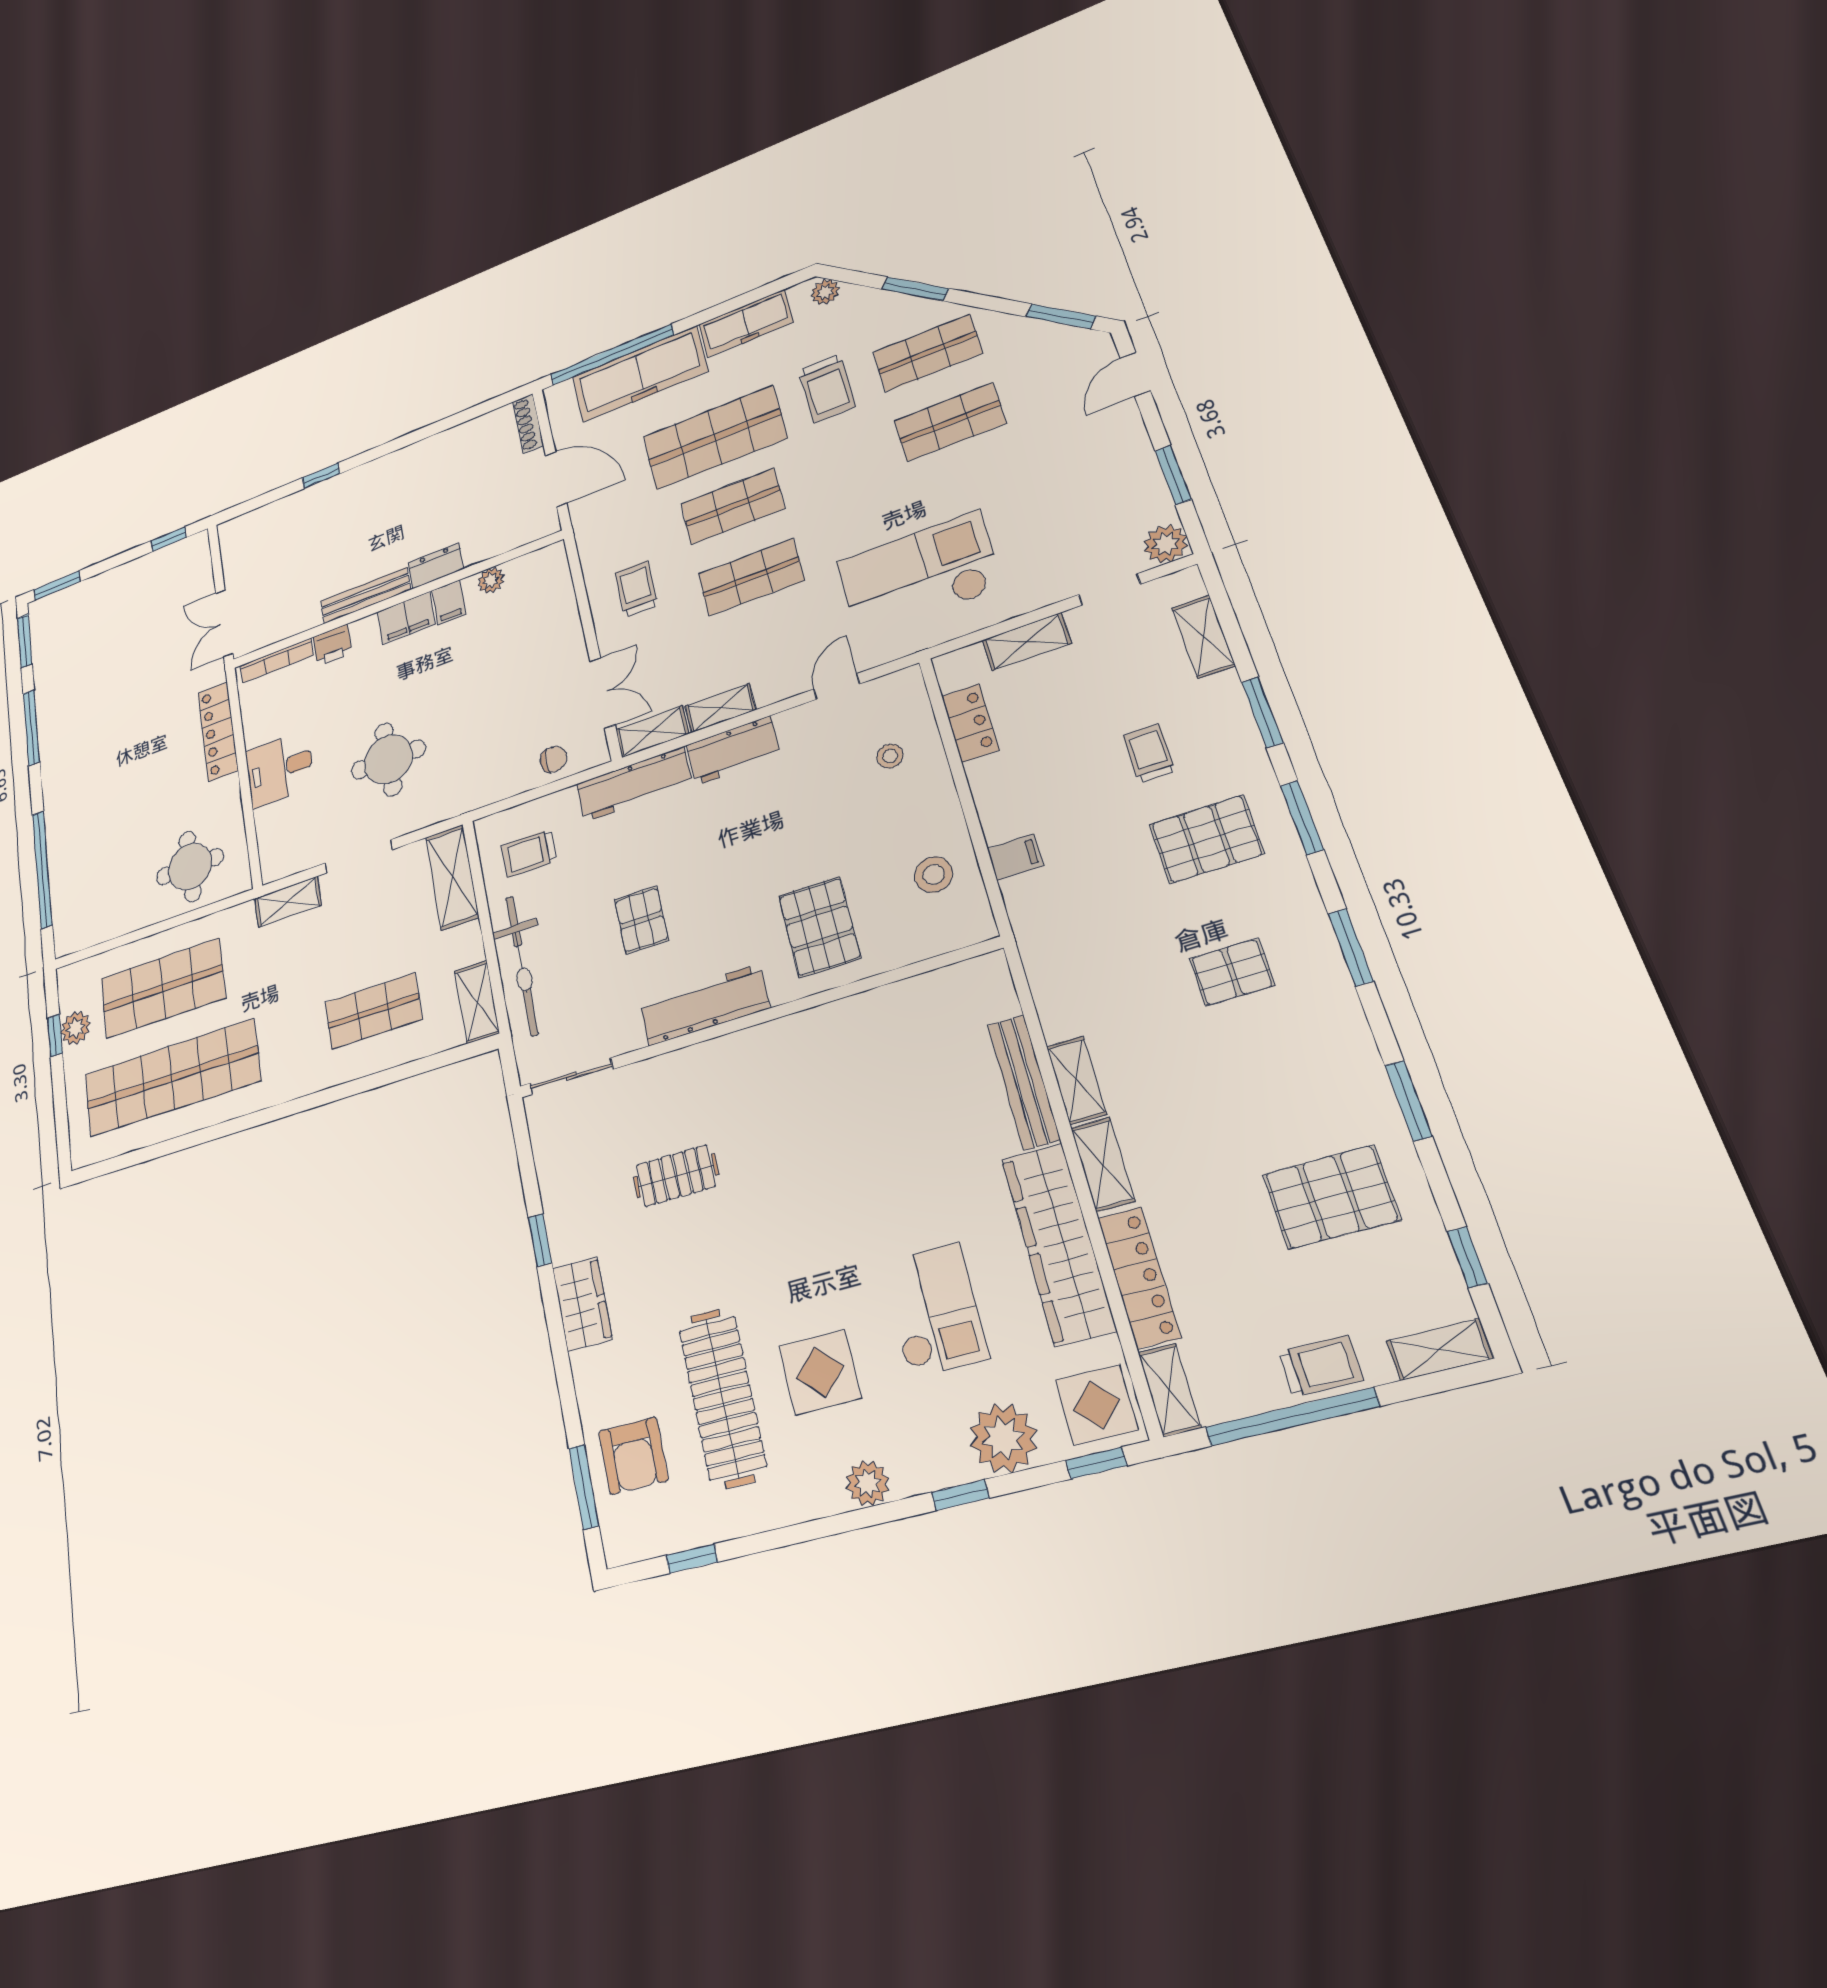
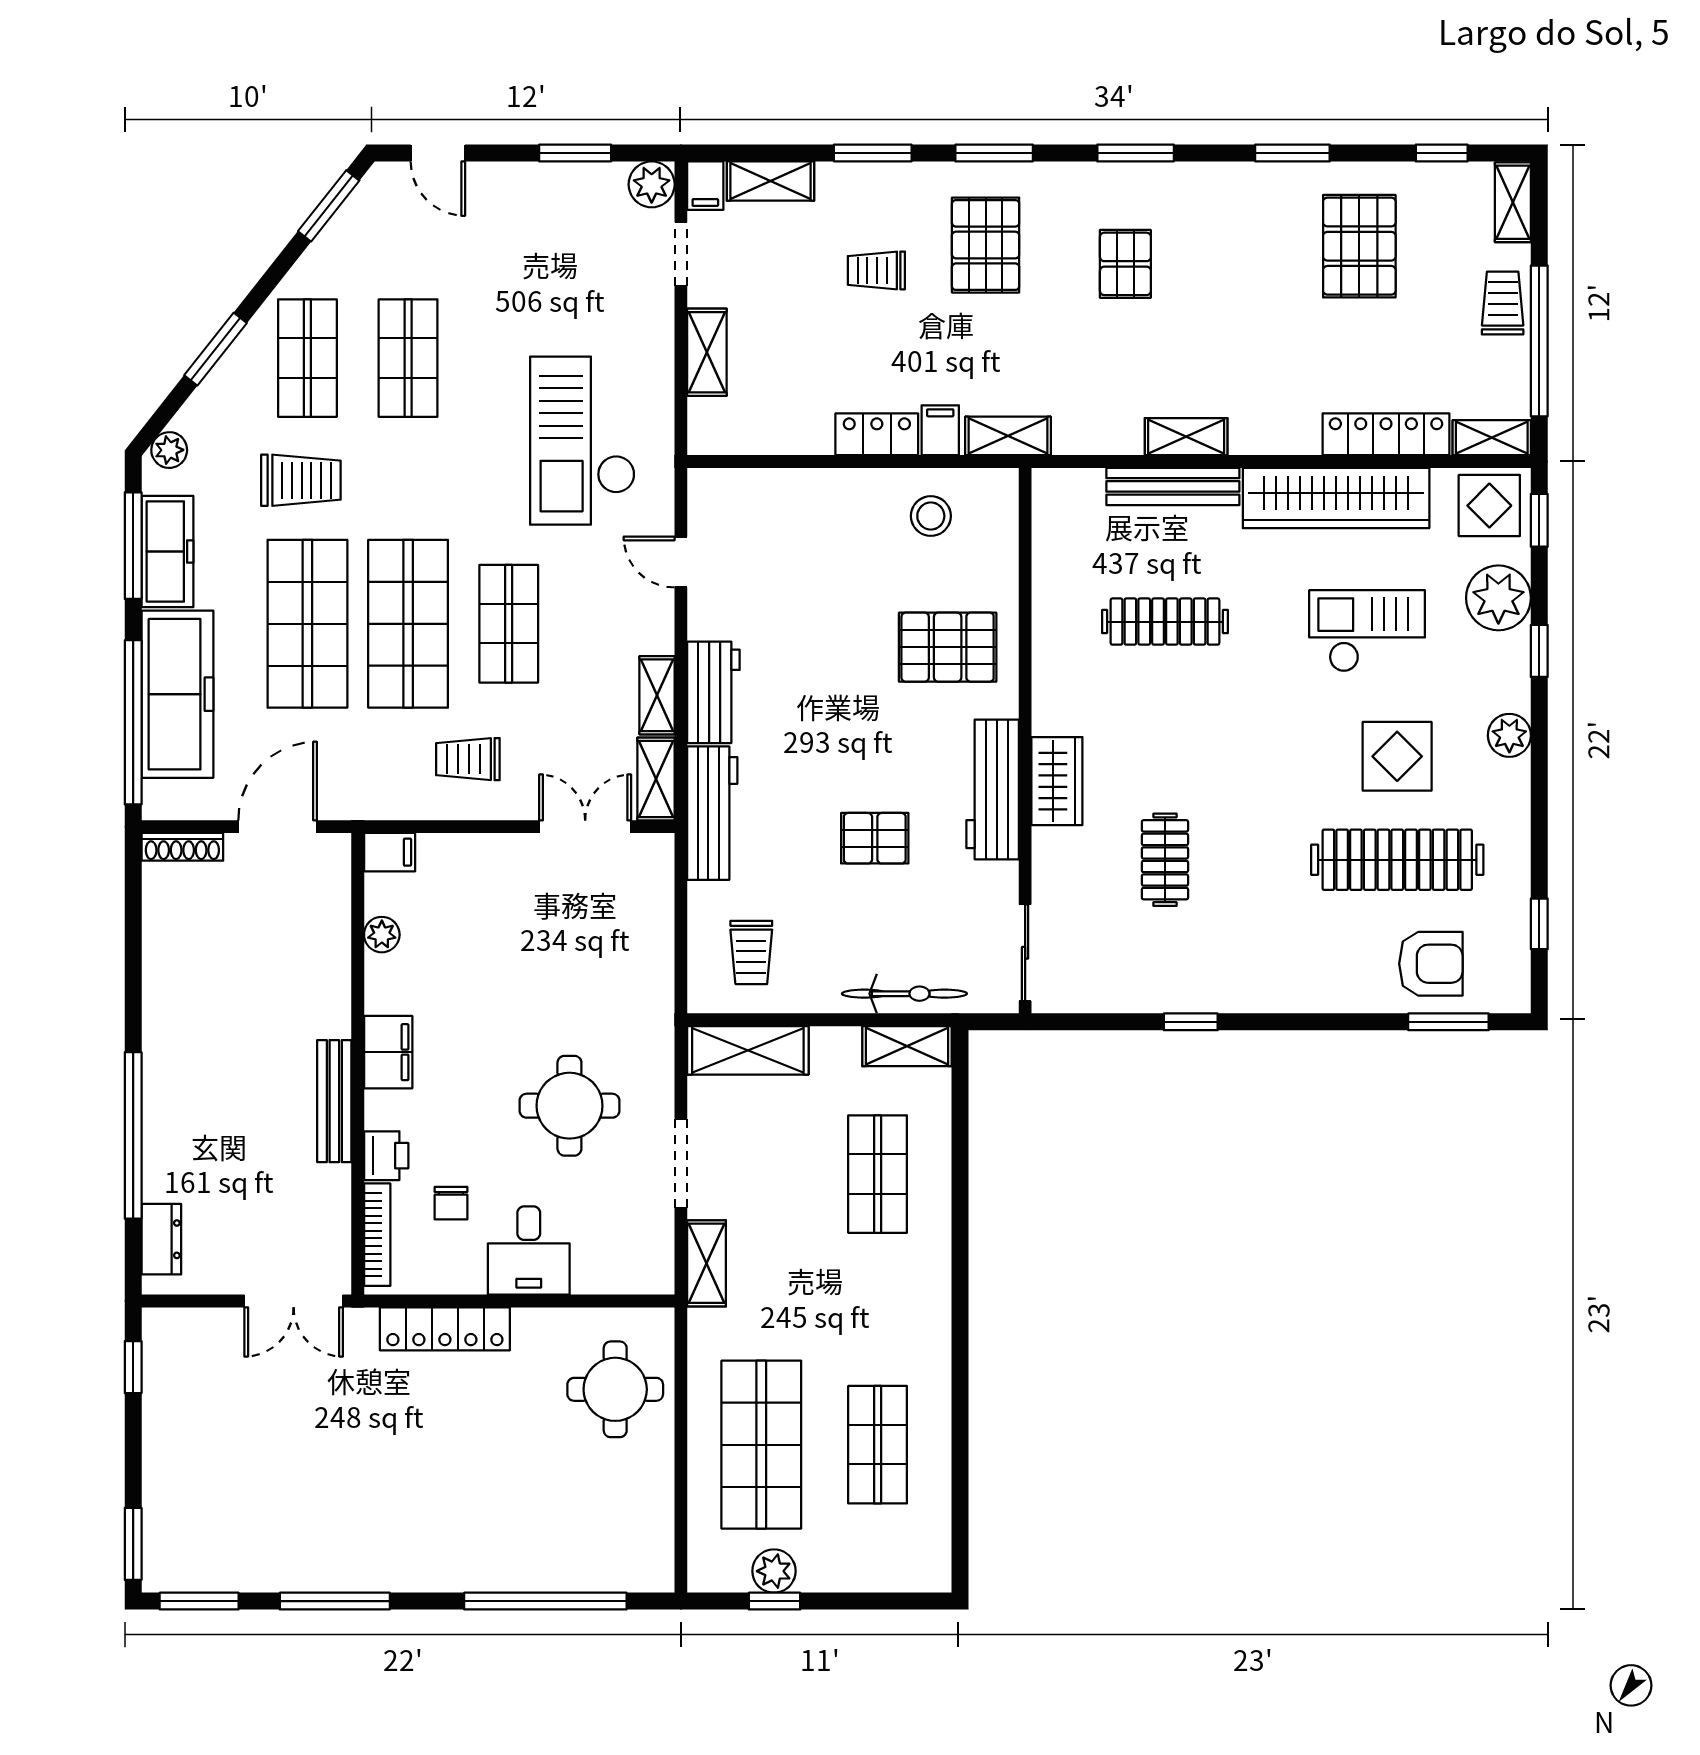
window: (744, 300) -> (133, 546), added
window: (321, 476) -> (133, 1135), width x3.17
shop shelf: (733, 506) -> (408, 624), width x1.43, depth x1.36
dresser: (436, 566) -> (161, 1239), moved, turned 180
filing cabinet: (1180, 586) -> (705, 186), added
filing cabinet: (449, 602) -> (390, 852), moved
locker: (970, 723) -> (877, 434), moved
stool: (890, 756) -> (783, 526), removed
chair: (554, 759) -> (451, 1203), moved, turned 180
bicycle: (522, 965) -> (904, 994), width x0.73, depth x0.71
shop shelf: (172, 1078) -> (878, 1445), width x0.50, depth x0.74
clothes rail: (893, 1112) -> (1165, 622), added
shelving: (1103, 1164) -> (1008, 436), moved
wardrobe: (582, 1304) -> (1057, 781), moved, turned 90

